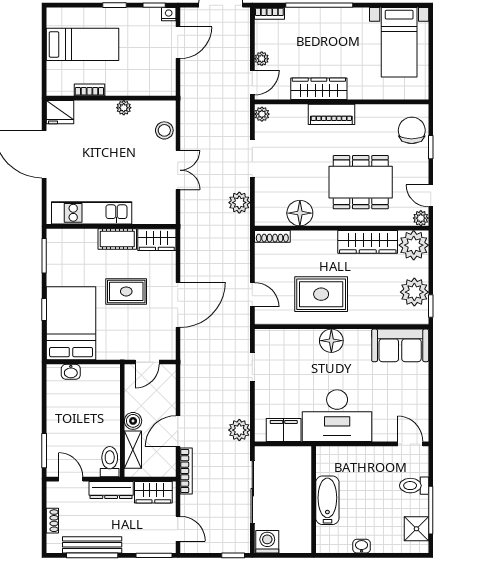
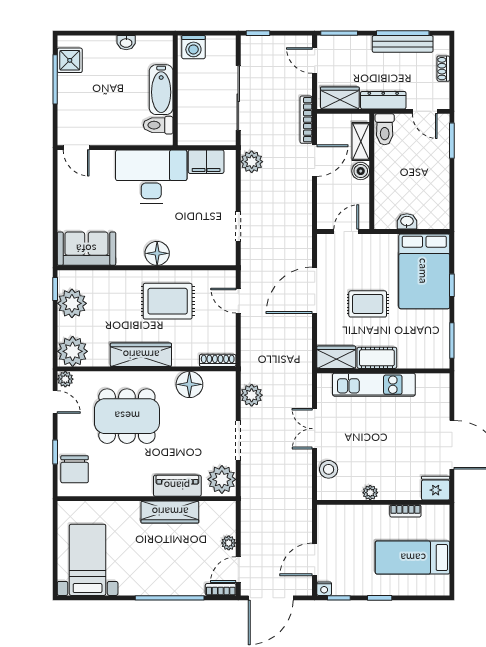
door: (252, 82) -> (238, 570), moved
plant: (262, 114) -> (222, 479), width x1.88, depth x1.88
piano: (331, 114) -> (177, 486), moved
kitchen unit: (92, 213) -> (374, 385), moved
wardrobe: (368, 242) -> (141, 355), moved
washbasin: (71, 372) -> (407, 221), moved
toilet: (414, 486) -> (158, 125), moved, turned 180
washing machine: (267, 542) -> (193, 47), moved

